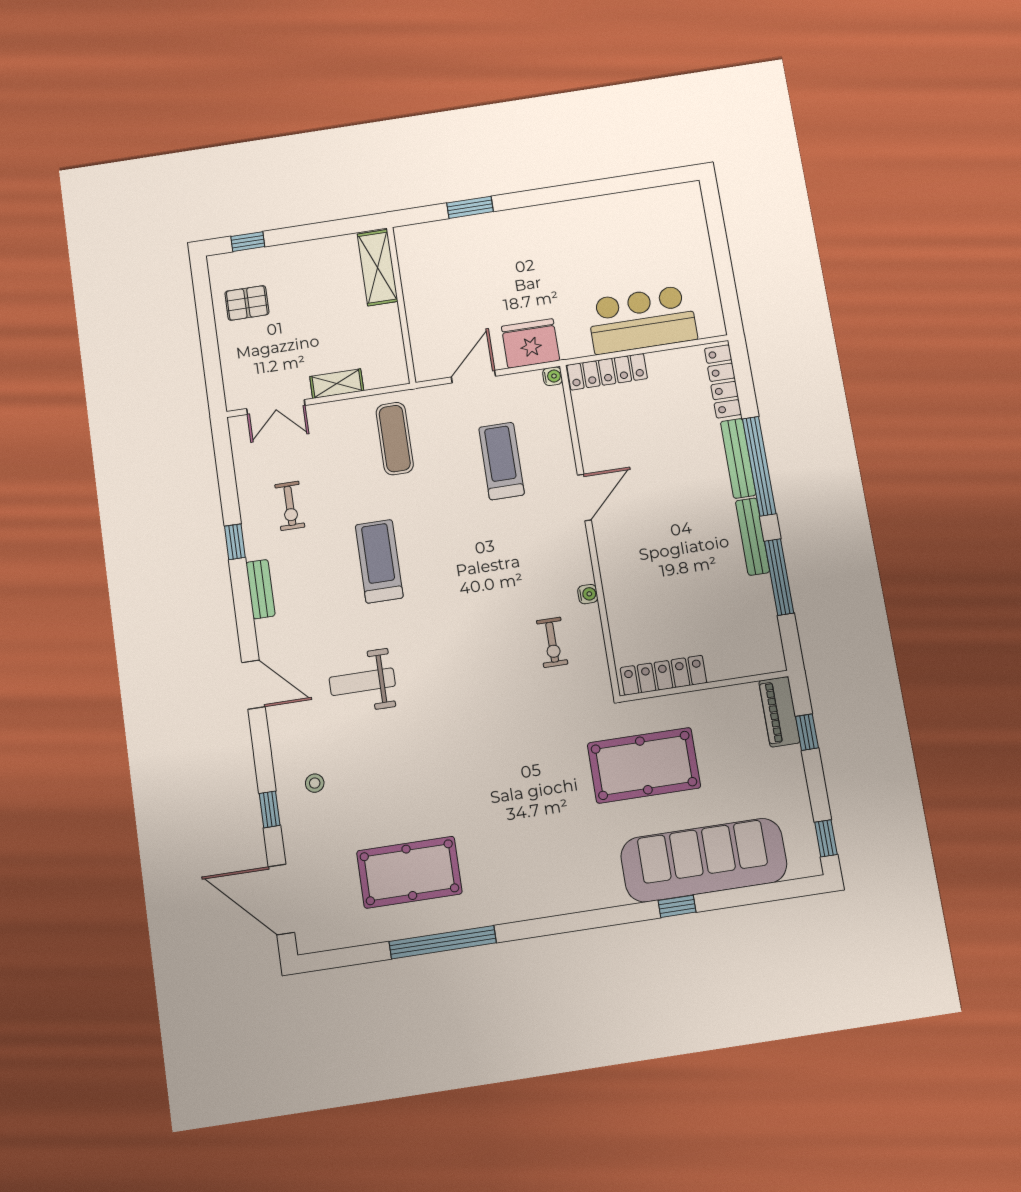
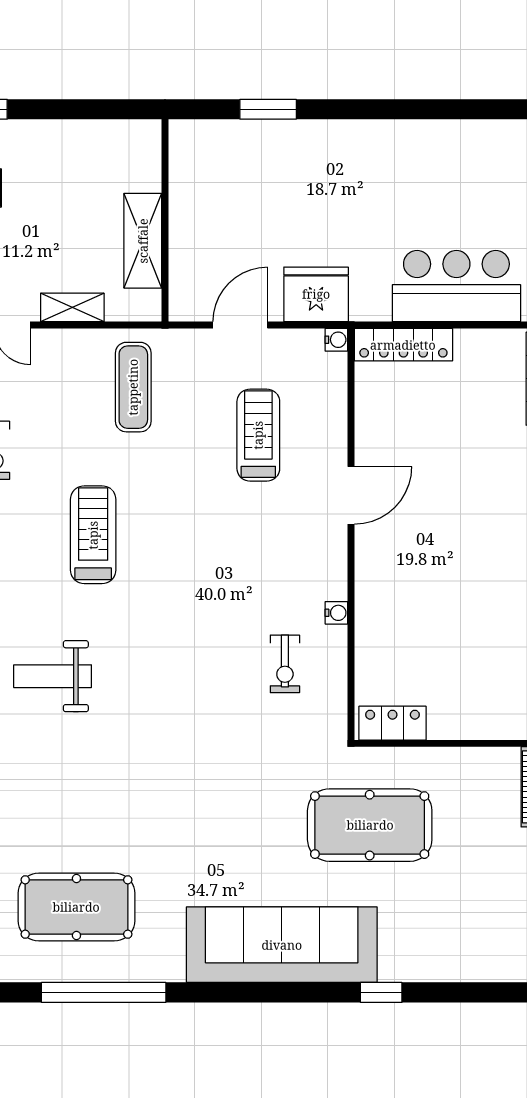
shelving: (377, 268) -> (143, 241), moved
locker: (663, 675) -> (392, 723), width x0.66
sofa: (704, 860) -> (282, 945), moved

